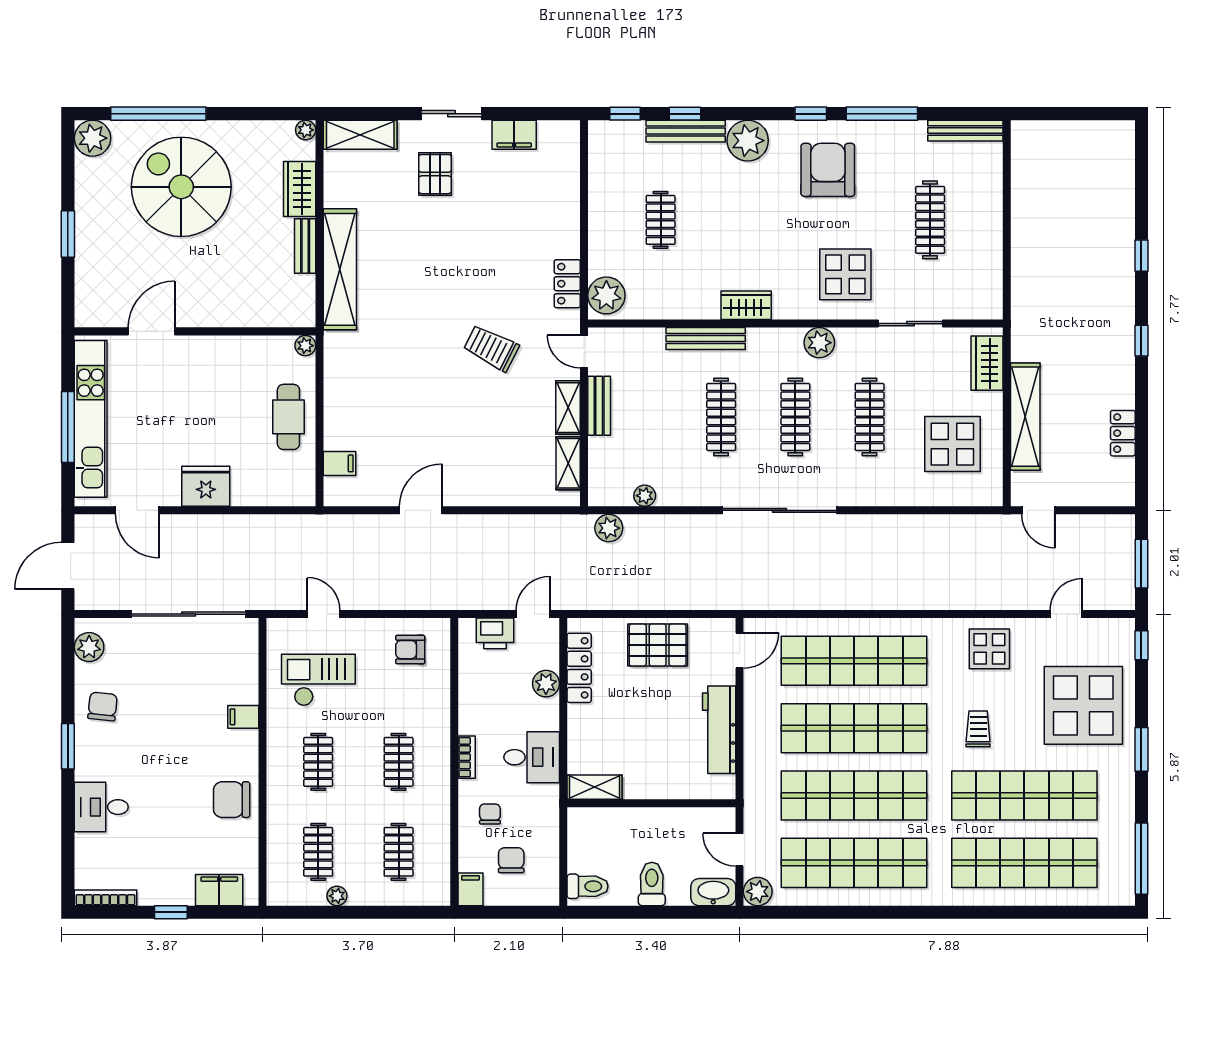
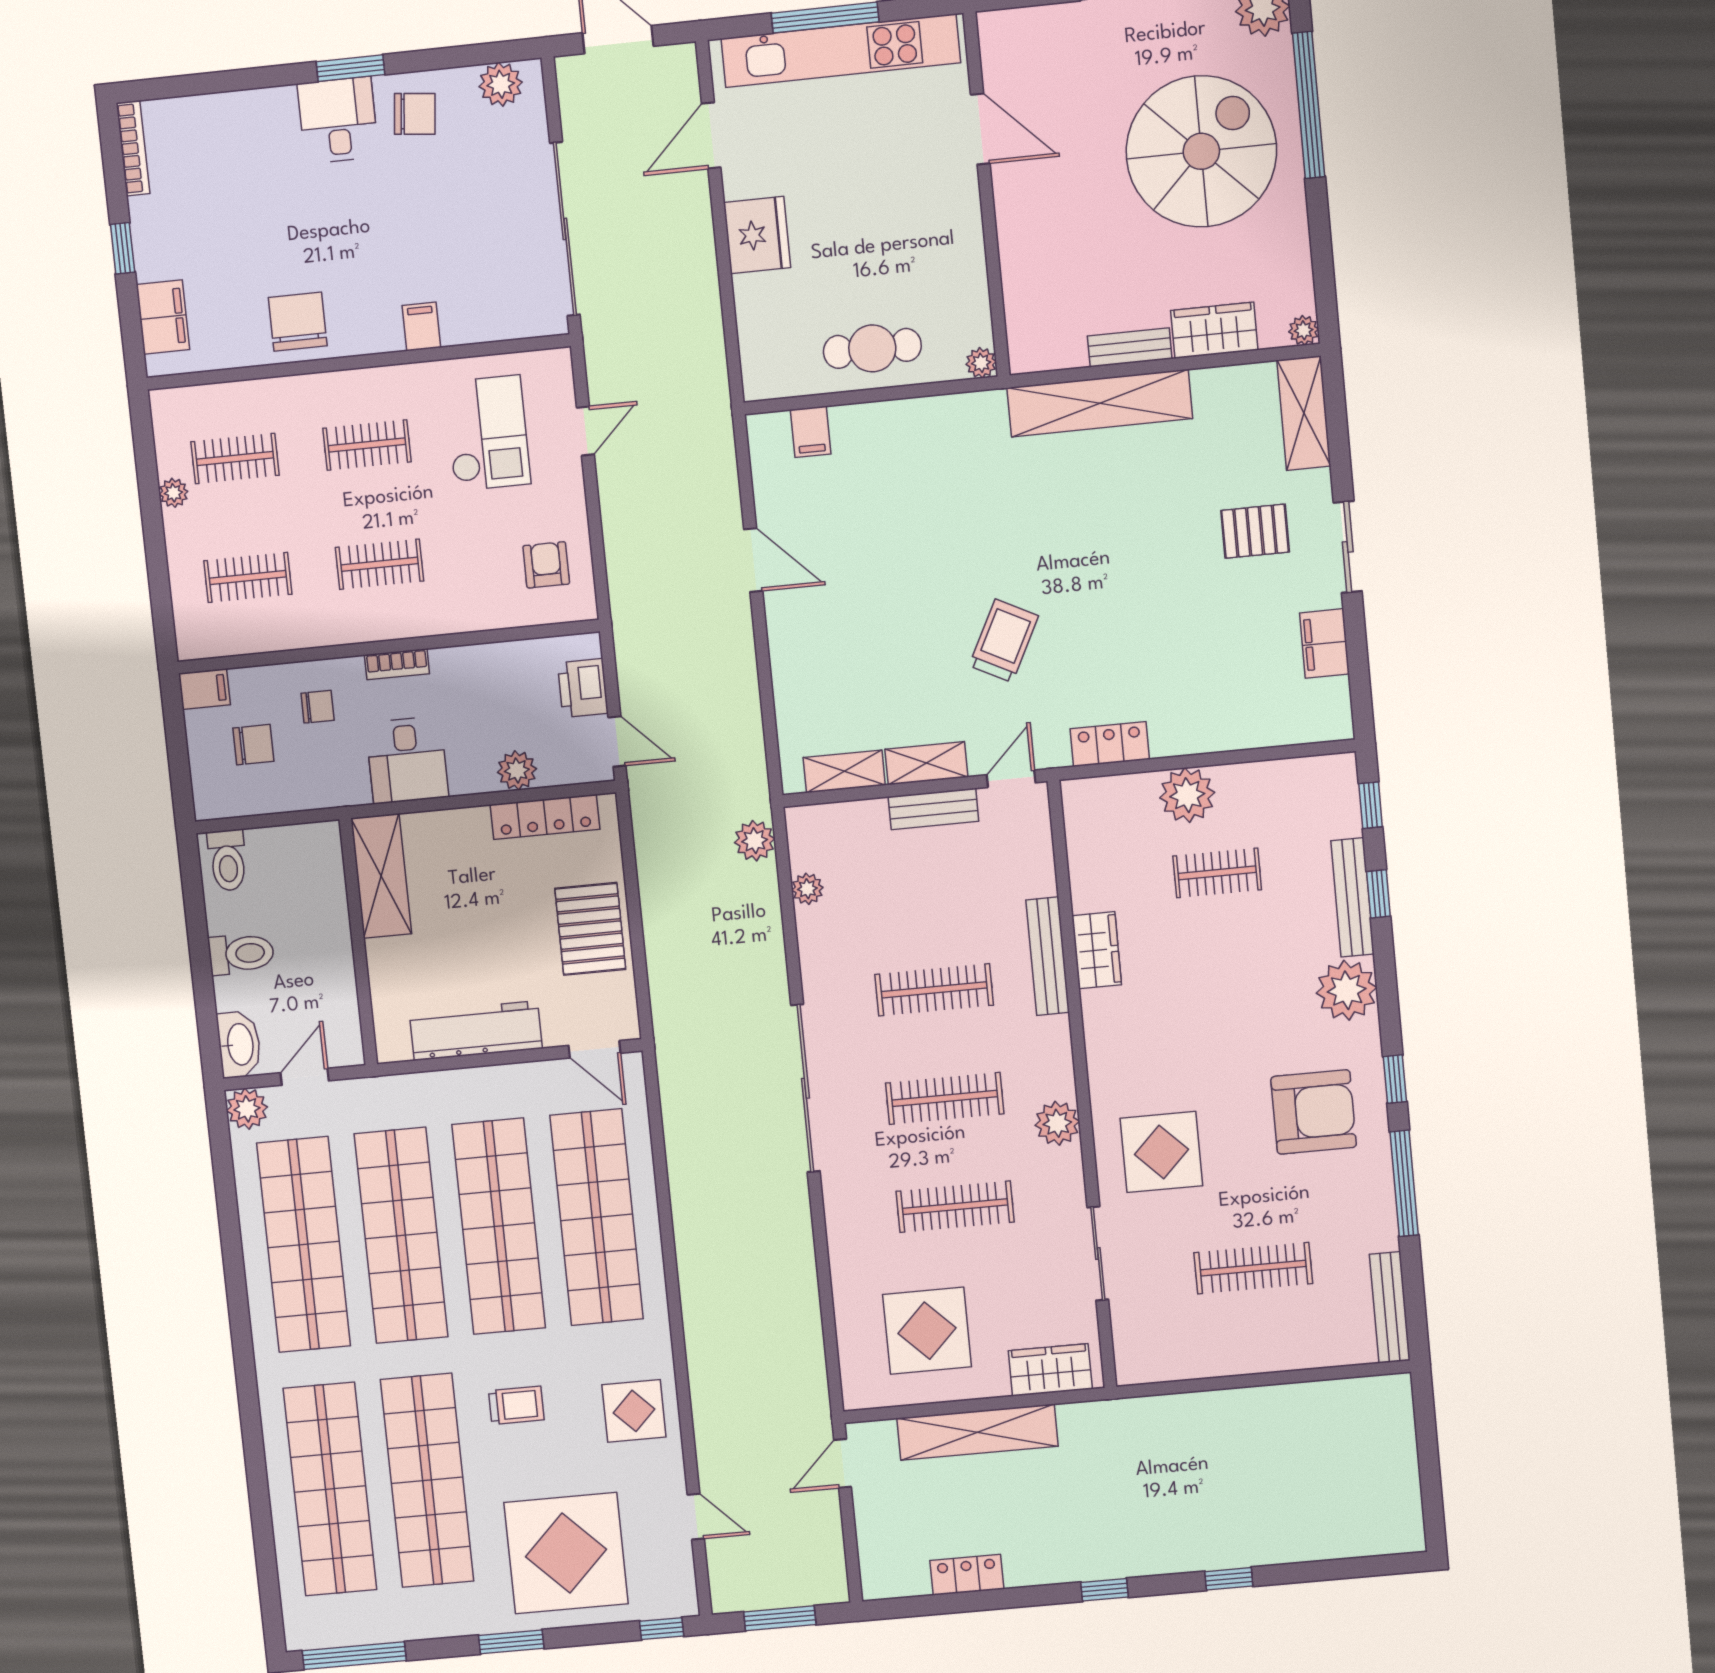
plant: (606, 295) -> (1187, 795), moved
wardrobe: (746, 305) -> (1097, 950), moved
shelving: (595, 787) -> (381, 876), width x1.50, depth x1.33
desk: (101, 807) -> (338, 120), moved

